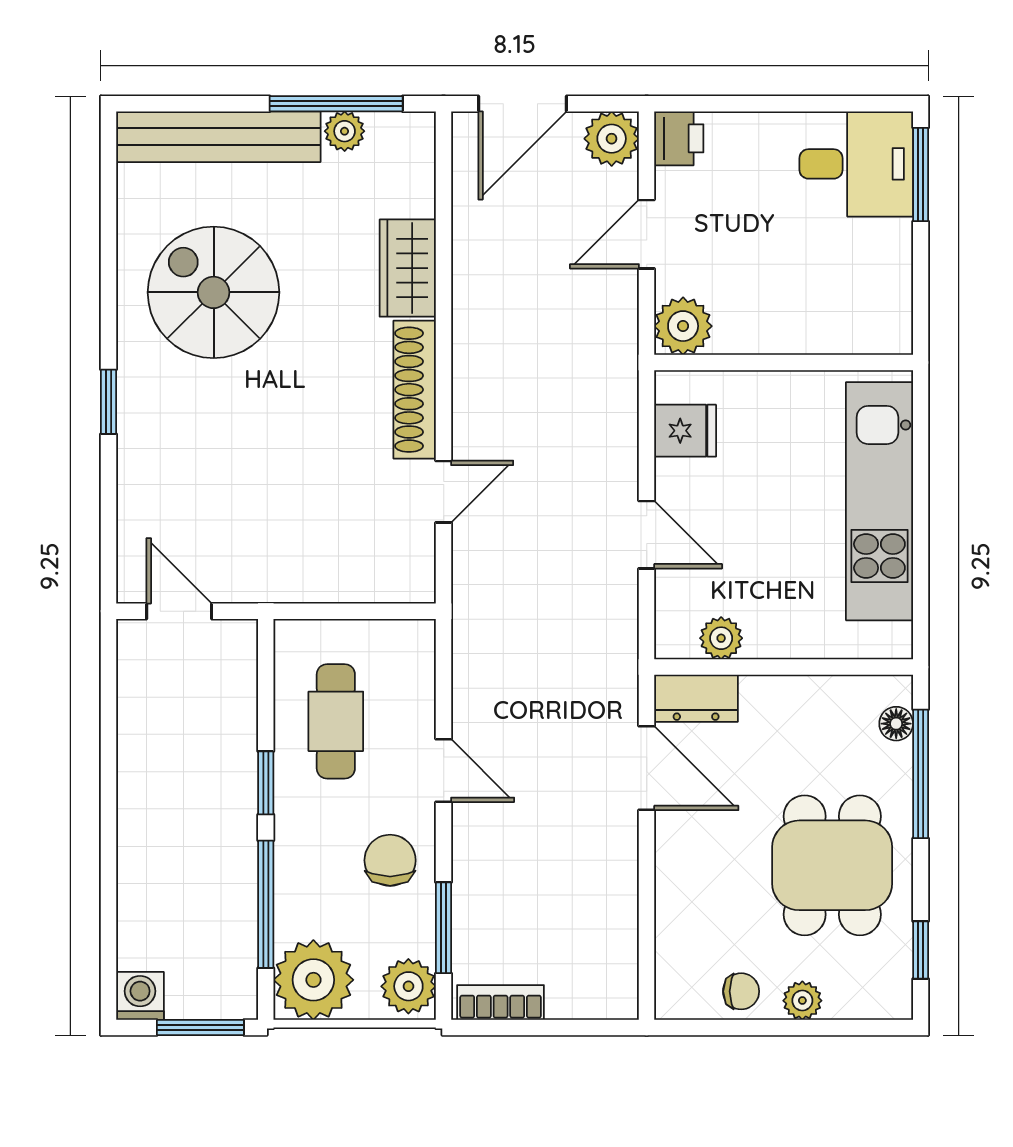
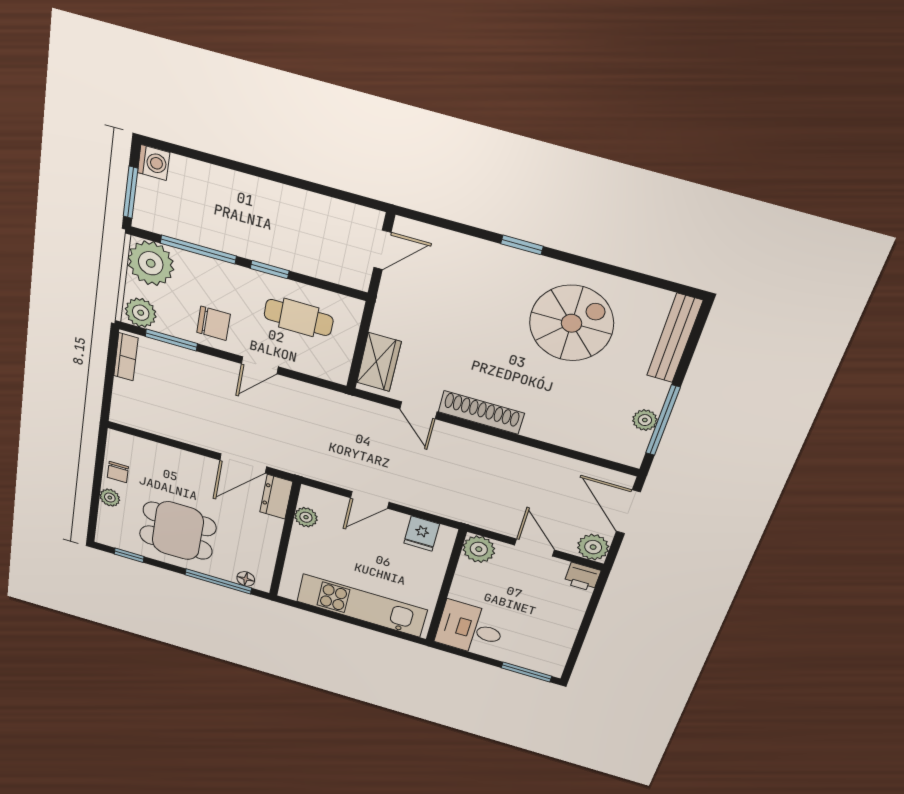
bench: (218, 137) -> (674, 338), width x0.73, depth x0.82
desk: (856, 164) -> (470, 629), moved, turned 90
wardrobe: (408, 268) -> (379, 362), moved, turned 90

